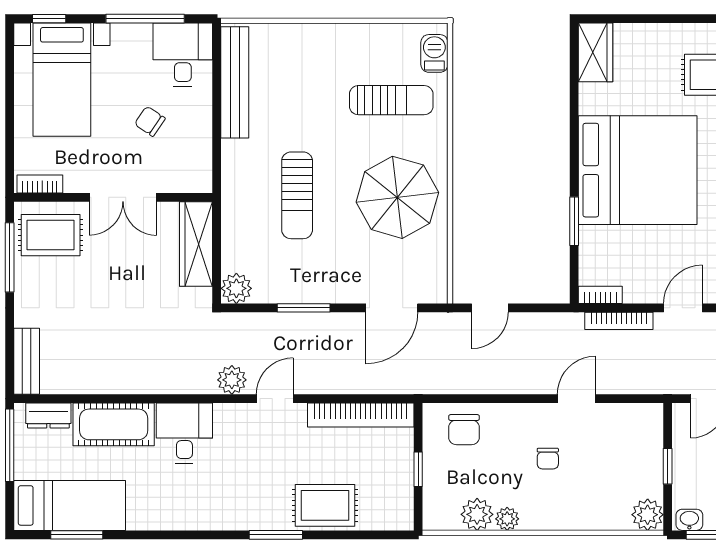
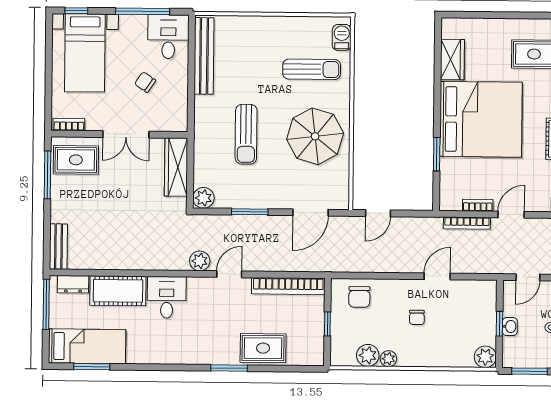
wardrobe: (595, 52) -> (452, 60), moved
bookcase: (600, 295) -> (478, 205), moved
washbasin: (689, 520) -> (510, 327), moved, turned 90

